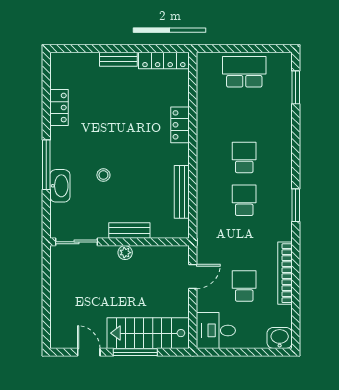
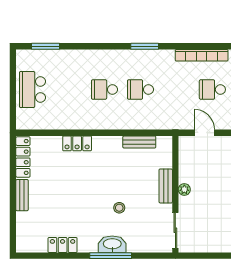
washbasin: (60, 186) -> (112, 244), moved
bench: (182, 192) -> (139, 142), width x0.73

